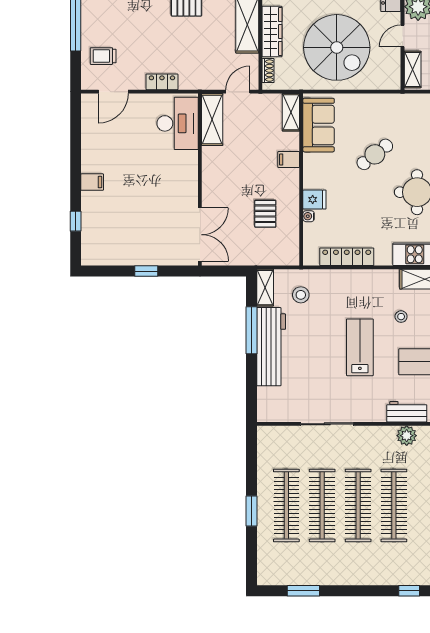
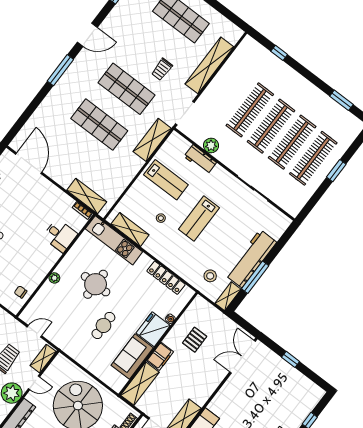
shelving: (291, 112) -> (140, 384), width x1.50, depth x1.33
sofa: (319, 125) -> (132, 357), moved
cafe table: (375, 154) -> (103, 325), turned -52
filing cabinet: (289, 160) -> (160, 356), width x2.00
fridge: (314, 200) -> (153, 329), width x1.88, depth x1.34

